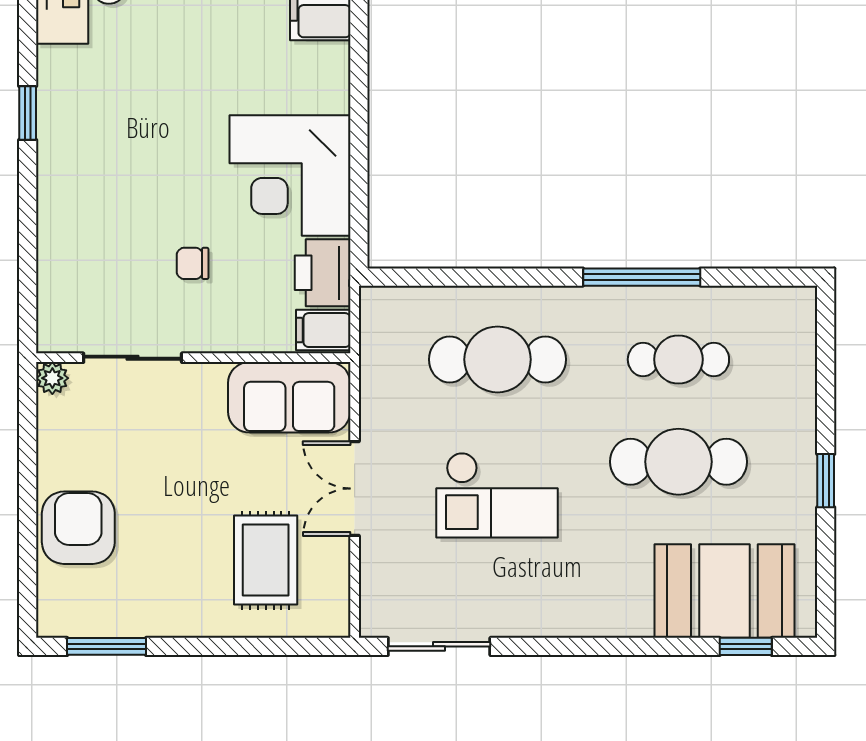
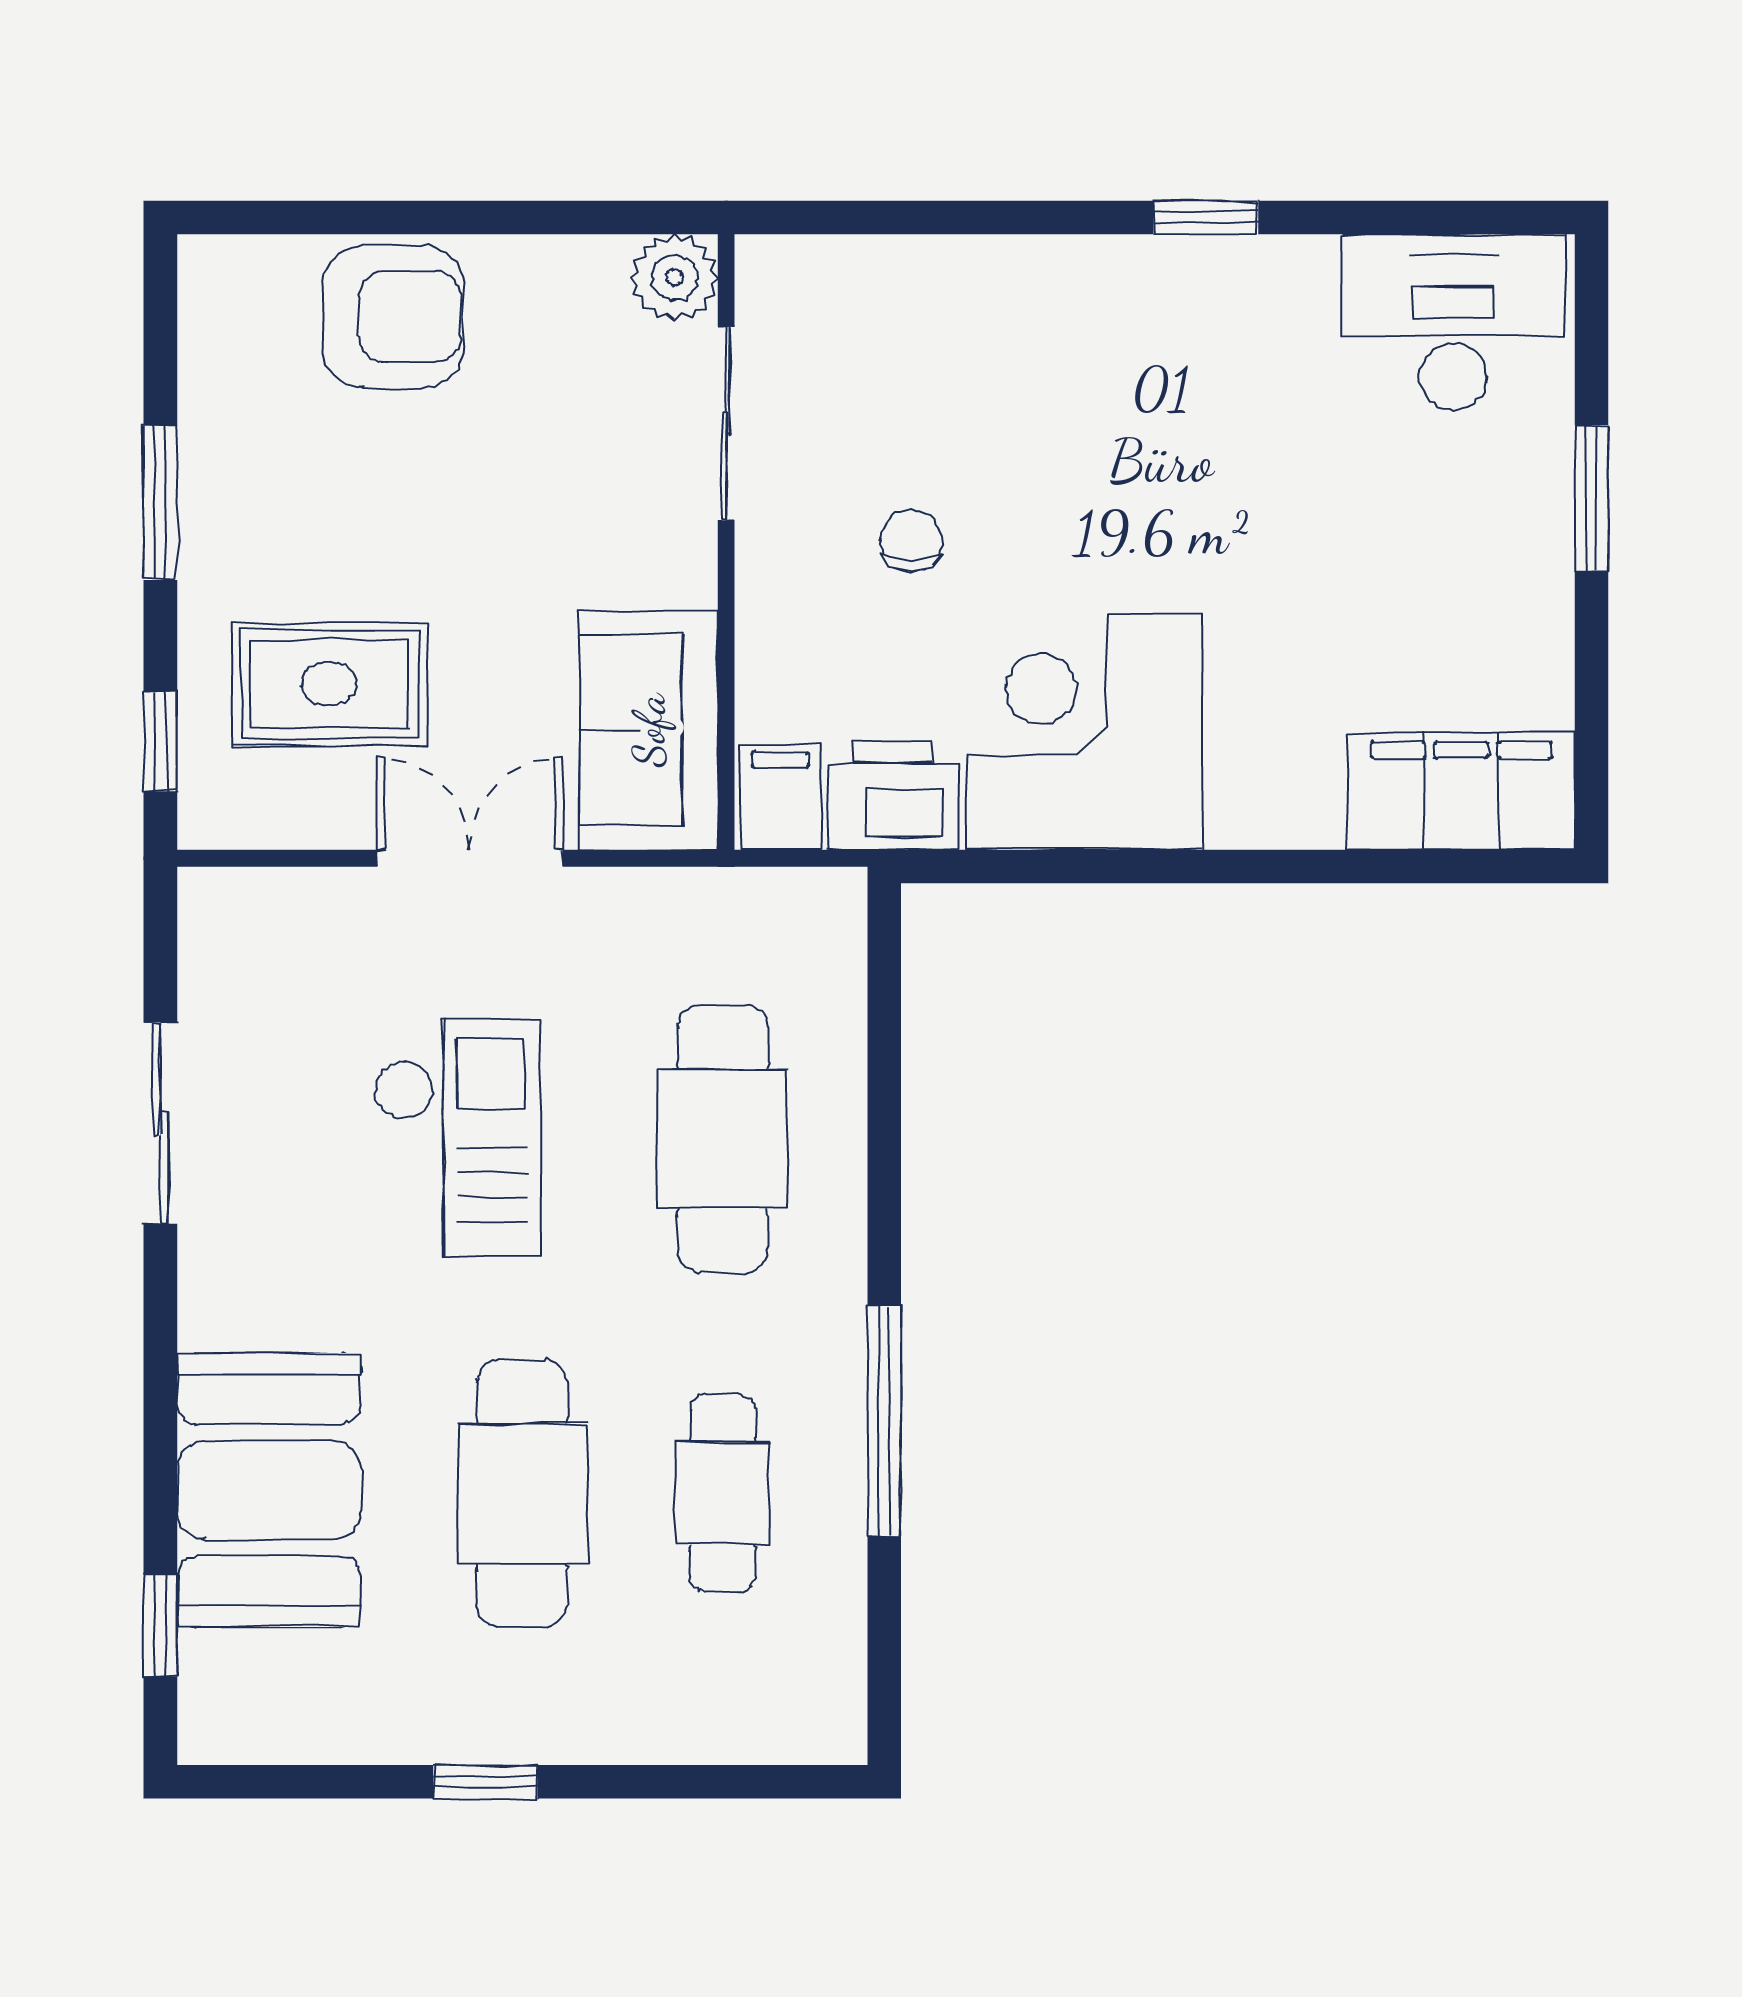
plant: (52, 378) -> (674, 278), width x1.38, depth x1.38
checkout: (497, 495) -> (457, 1138), turned 180
booth: (724, 591) -> (269, 1490), moved
window: (107, 646) -> (160, 503), moved
window: (295, 646) -> (160, 741), added
sliding door: (439, 646) -> (160, 1123), moved

